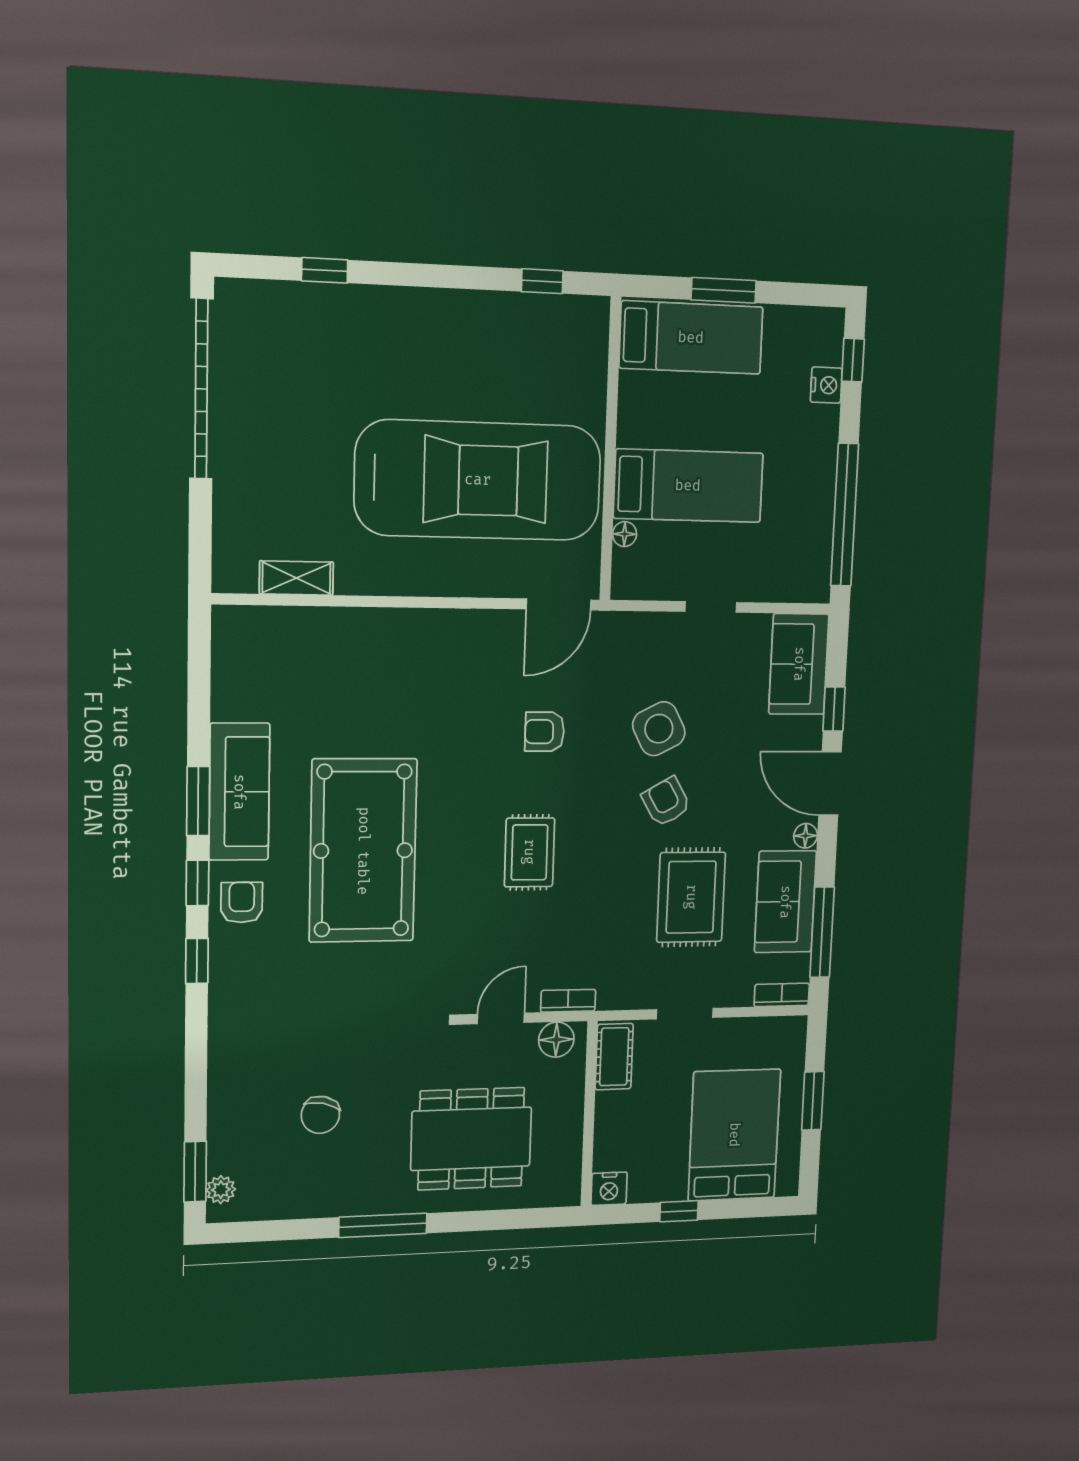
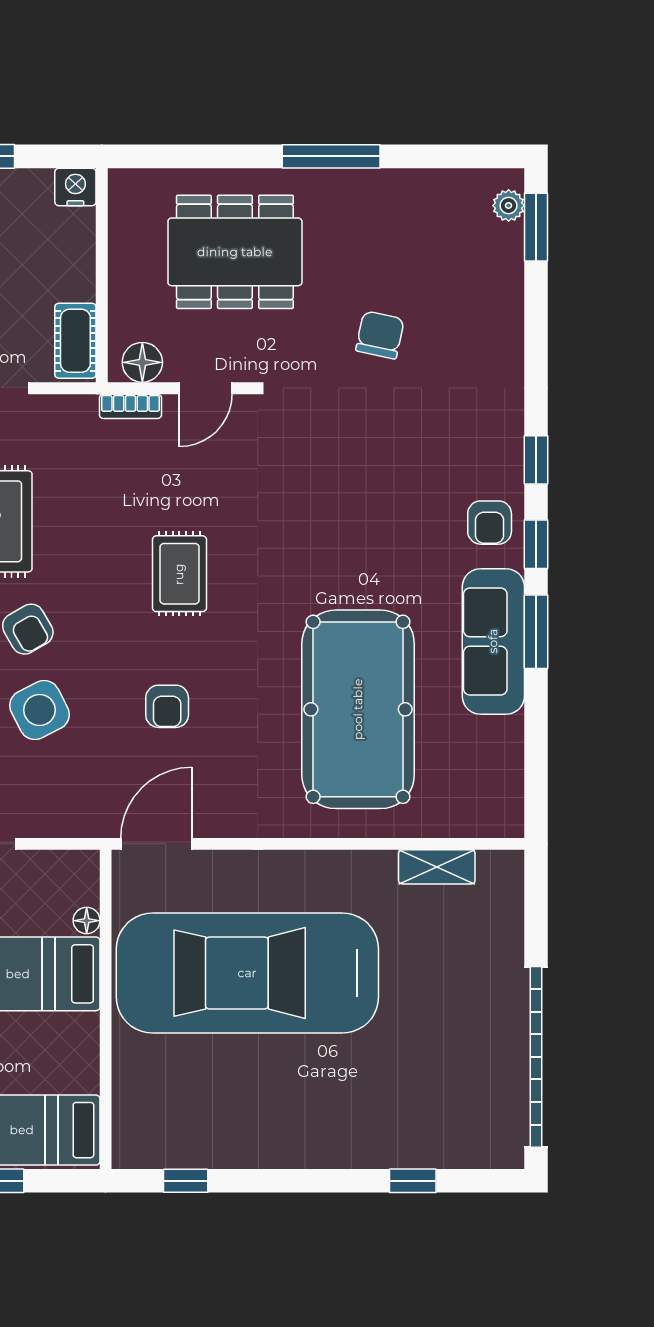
armchair: (545, 732) -> (167, 706), turned 90
pool table: (363, 851) -> (358, 709), moved
chair: (320, 1115) -> (380, 335), moved

